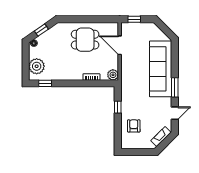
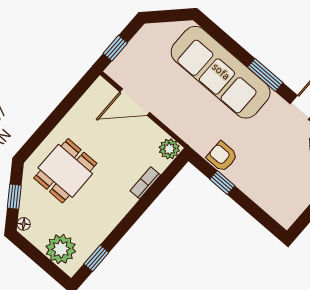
dining table: (85, 40) -> (65, 171), moved
armchair: (134, 126) -> (222, 156), moved

